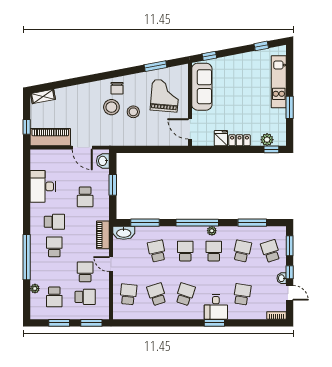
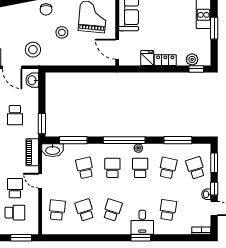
stool: (111, 107) -> (33, 50), moved
window: (113, 185) -> (42, 124), moved

